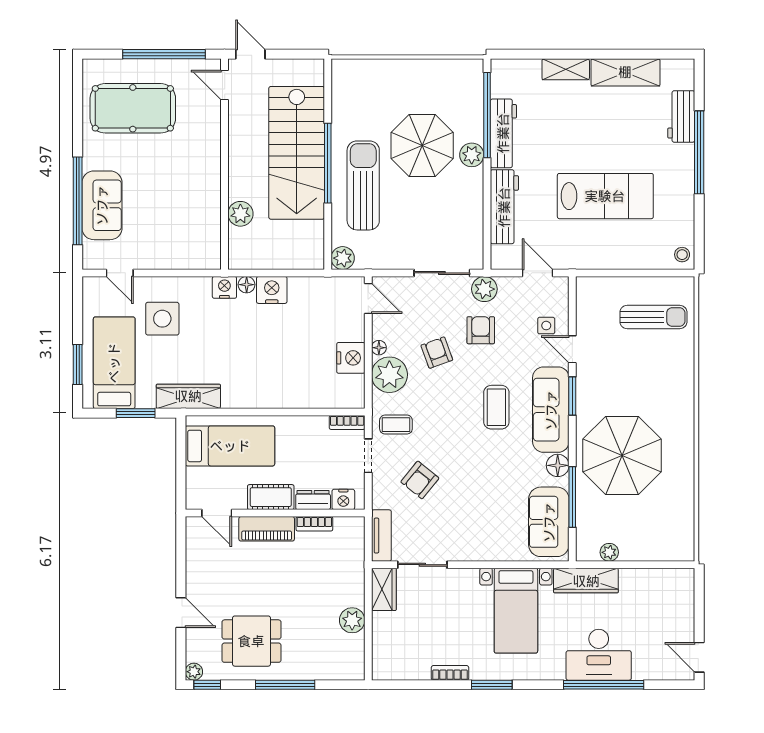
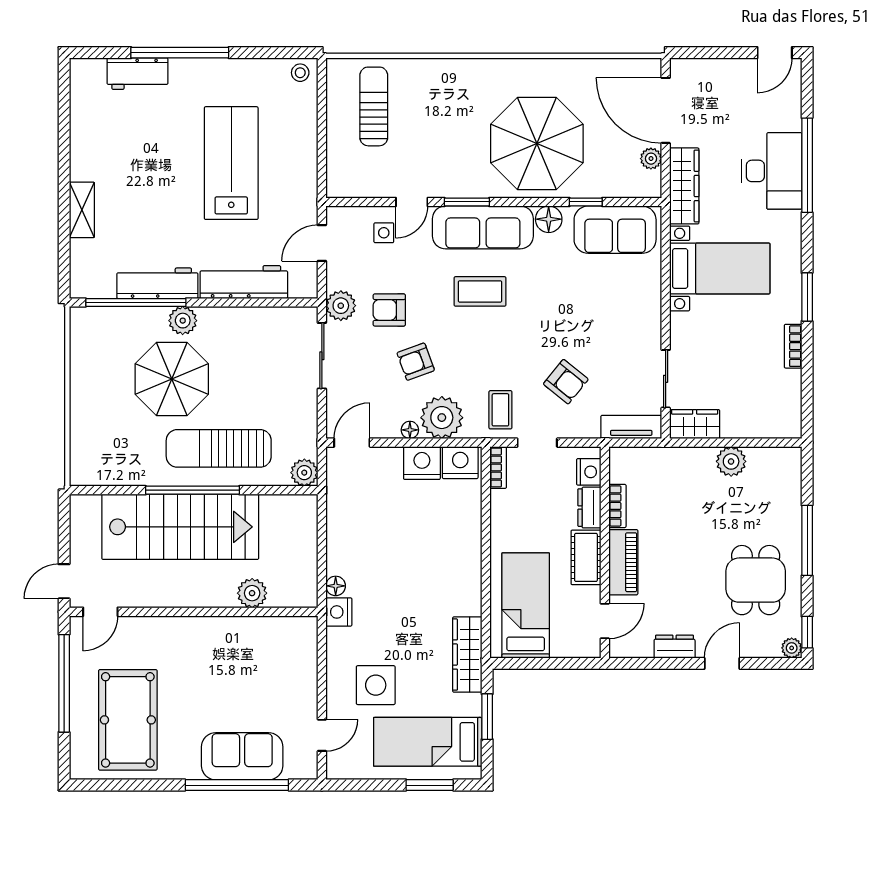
shelving: (625, 72) -> (86, 139), removed
nightstand: (272, 290) -> (460, 463), moved, turned 90
window: (572, 497) -> (586, 202), width x0.46
door: (650, 565) -> (666, 110), added
dresser: (195, 572) -> (675, 647), added

